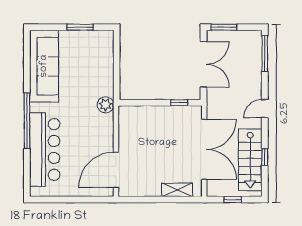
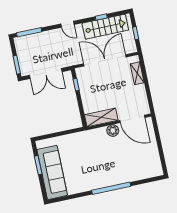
double door: (204, 64) -> (46, 73), swing flipped
sofa: (44, 66) -> (52, 172), moved, turned 90
plant: (106, 105) -> (113, 131), moved
shelving: (127, 128) -> (101, 117), added
bar counter: (45, 149) -> (129, 172), removed

